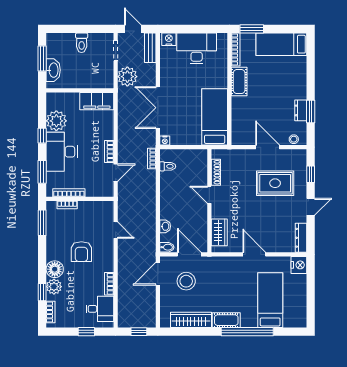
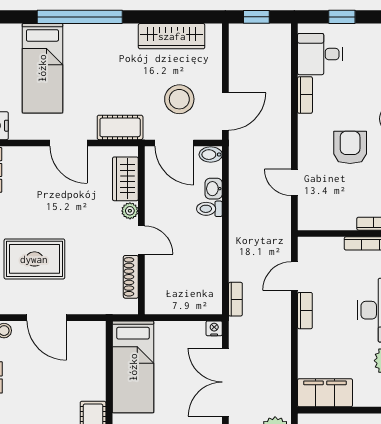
double door: (158, 108) -> (225, 382), swing flipped
toilet: (168, 166) -> (209, 209), moved
plant: (217, 213) -> (130, 211), added
cot: (226, 320) -> (120, 127), moved

